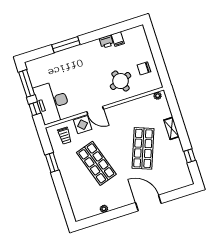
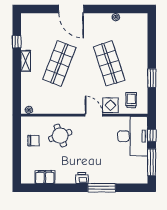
filing cabinet: (118, 39) -> (45, 177), width x2.00
printer: (106, 42) -> (82, 178), moved
shelving: (171, 128) -> (26, 61), moved

